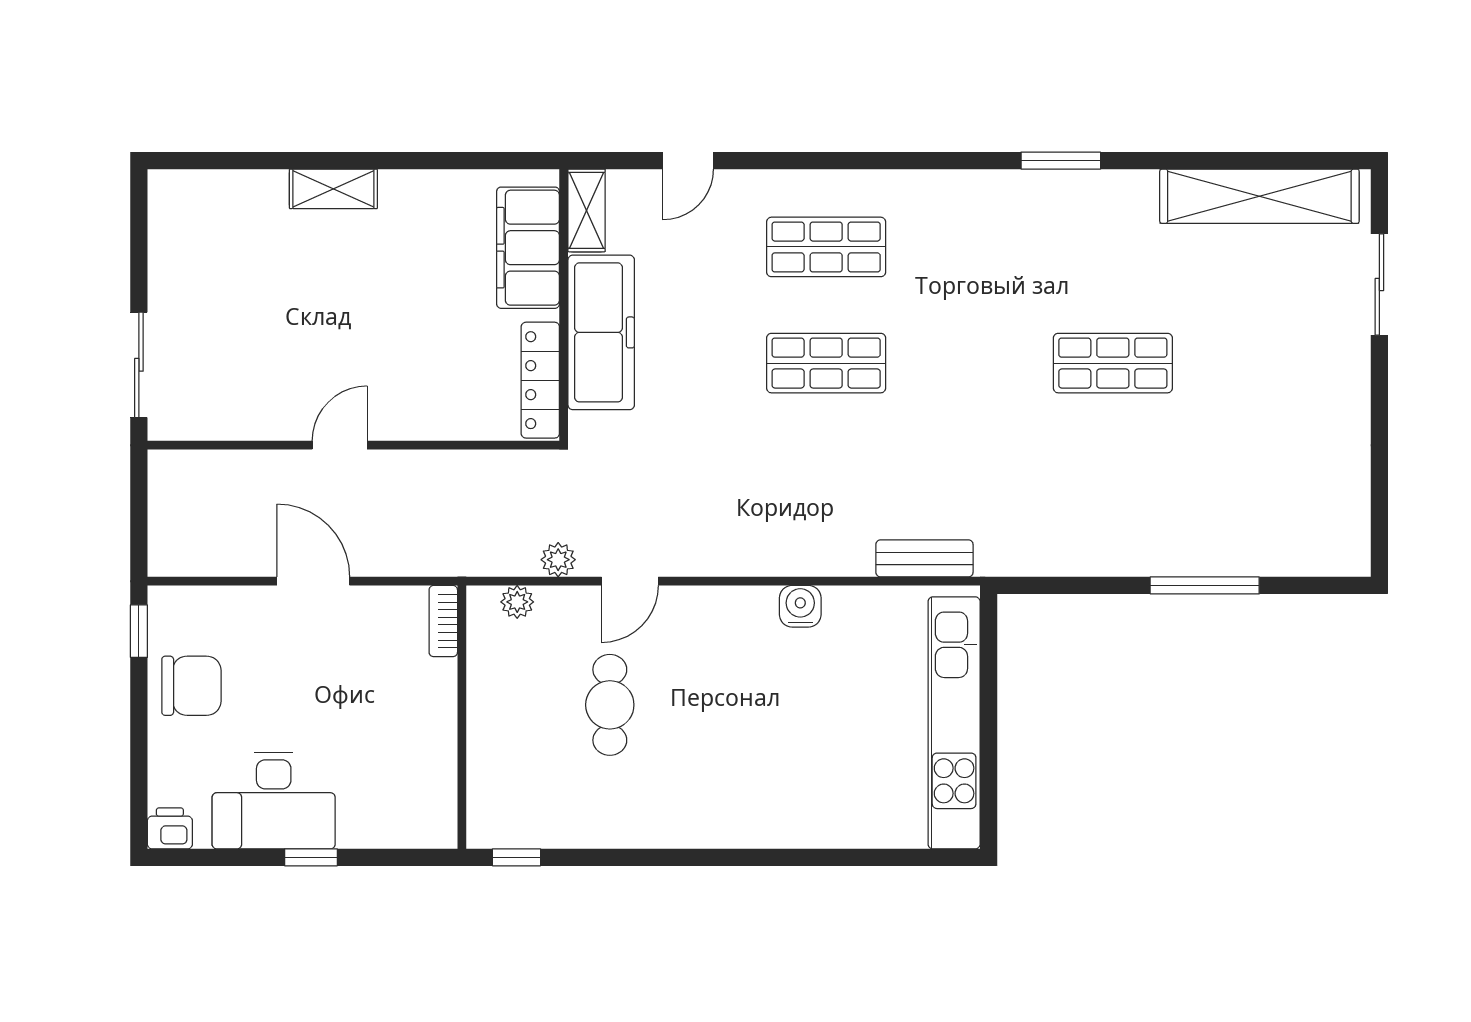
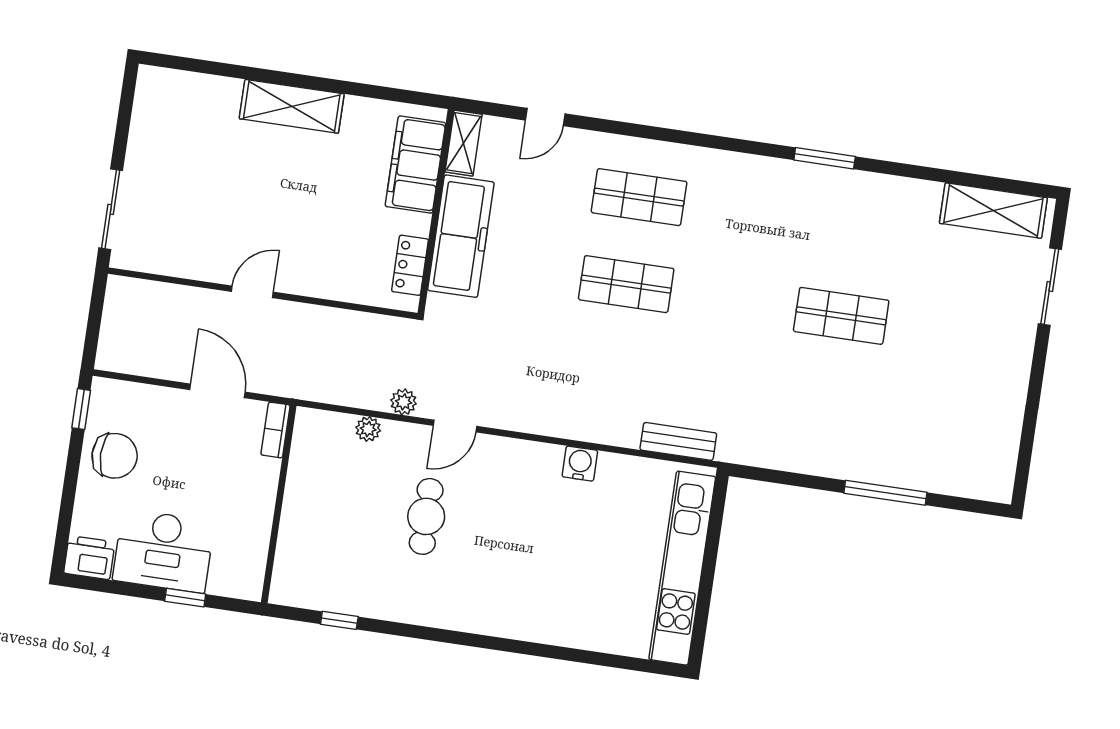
shelving: (333, 189) -> (292, 106), width x1.50, depth x1.33
shelving: (1259, 196) -> (993, 211), width x0.68
locker: (540, 380) -> (410, 265), width x0.66
bookcase: (443, 621) -> (276, 430), moved
wall: (462, 717) -> (279, 504), moved
printer: (170, 828) -> (89, 558), width x1.36, depth x1.24

